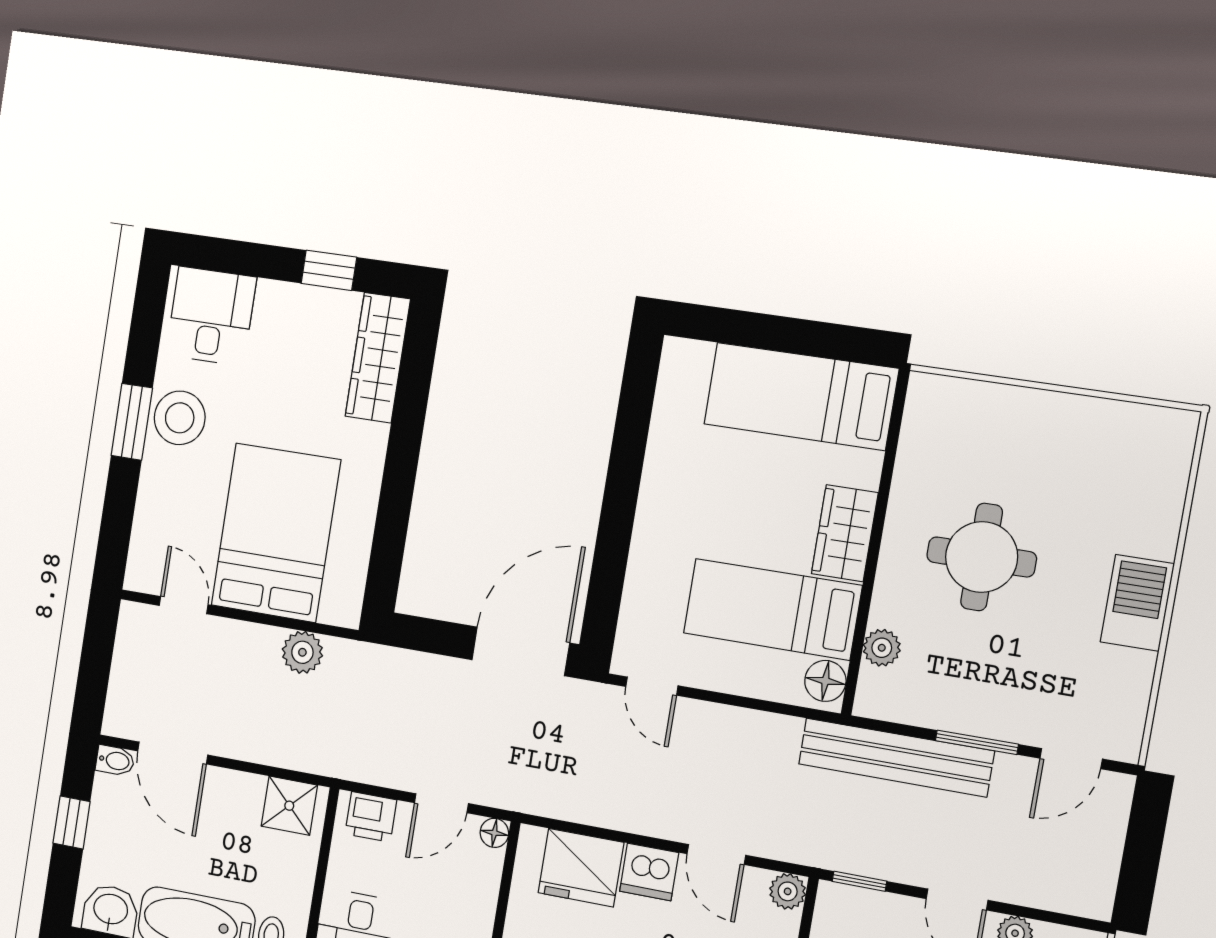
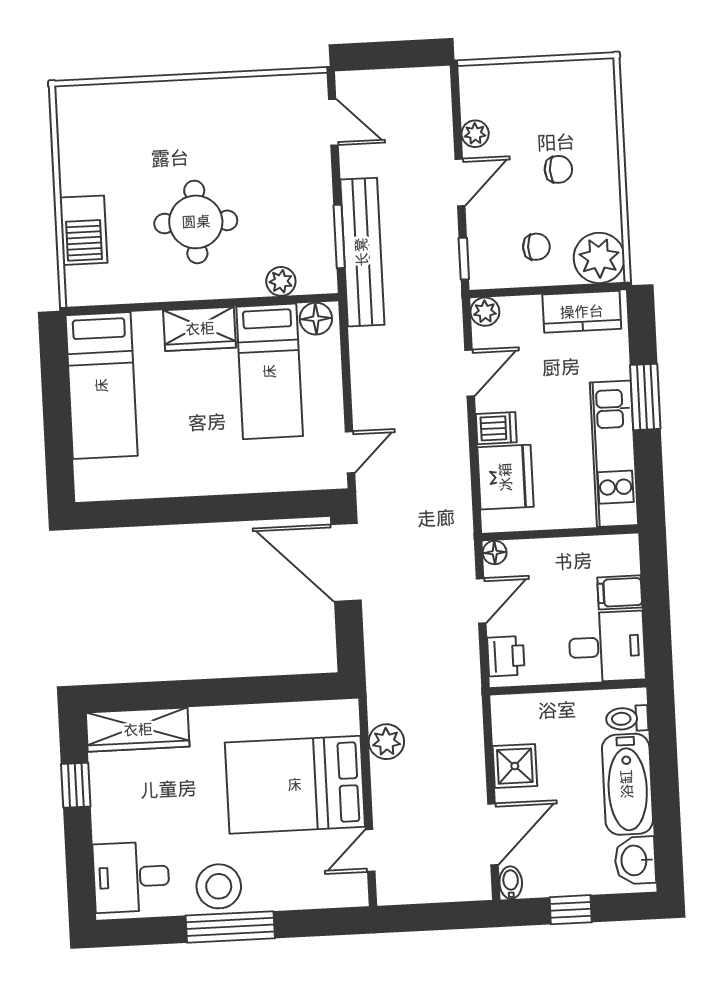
window: (132, 422) -> (230, 927), width x1.44
barbecue: (1137, 603) -> (83, 230), moved, turned -90
window: (977, 742) -> (339, 236), moved
door: (441, 803) -> (481, 601), hinge flipped
shower: (289, 806) -> (515, 766), moved
dishwasher: (649, 872) -> (496, 428), width x0.73

